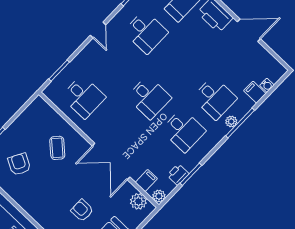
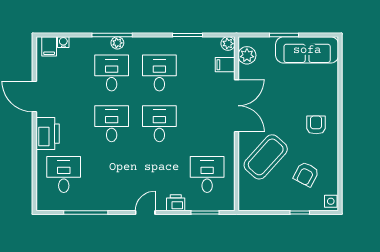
desk: (146, 32) -> (112, 124), moved
filing cabinet: (255, 92) -> (49, 46), moved
coffee table: (57, 148) -> (266, 157), width x1.86, depth x1.72
printer: (178, 175) -> (176, 203), moved, turned 180
armchair: (82, 210) -> (316, 125), moved, turned 180

